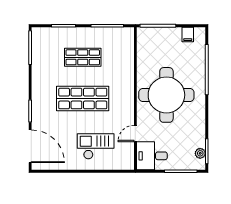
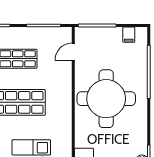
door: (135, 133) -> (73, 52), moved

